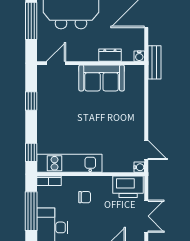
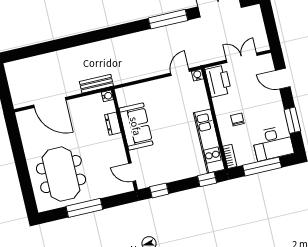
dresser: (110, 55) -> (113, 124), moved
water cooler: (139, 56) -> (107, 96), moved
door: (56, 63) -> (132, 172), moved
wall: (91, 63) -> (124, 140), moved
sofa: (102, 78) -> (136, 126), moved

